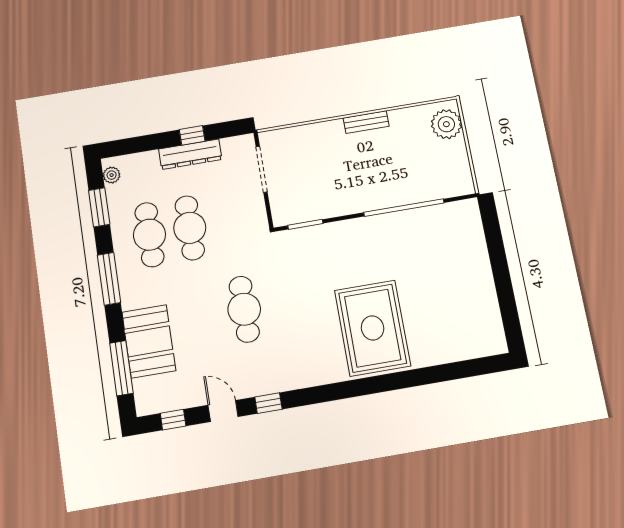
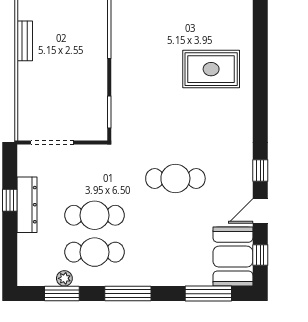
plant: (112, 175) -> (64, 278), moved
rug: (373, 328) -> (211, 69), width x0.73, depth x0.69
booth: (149, 341) -> (233, 257), moved, turned 90

